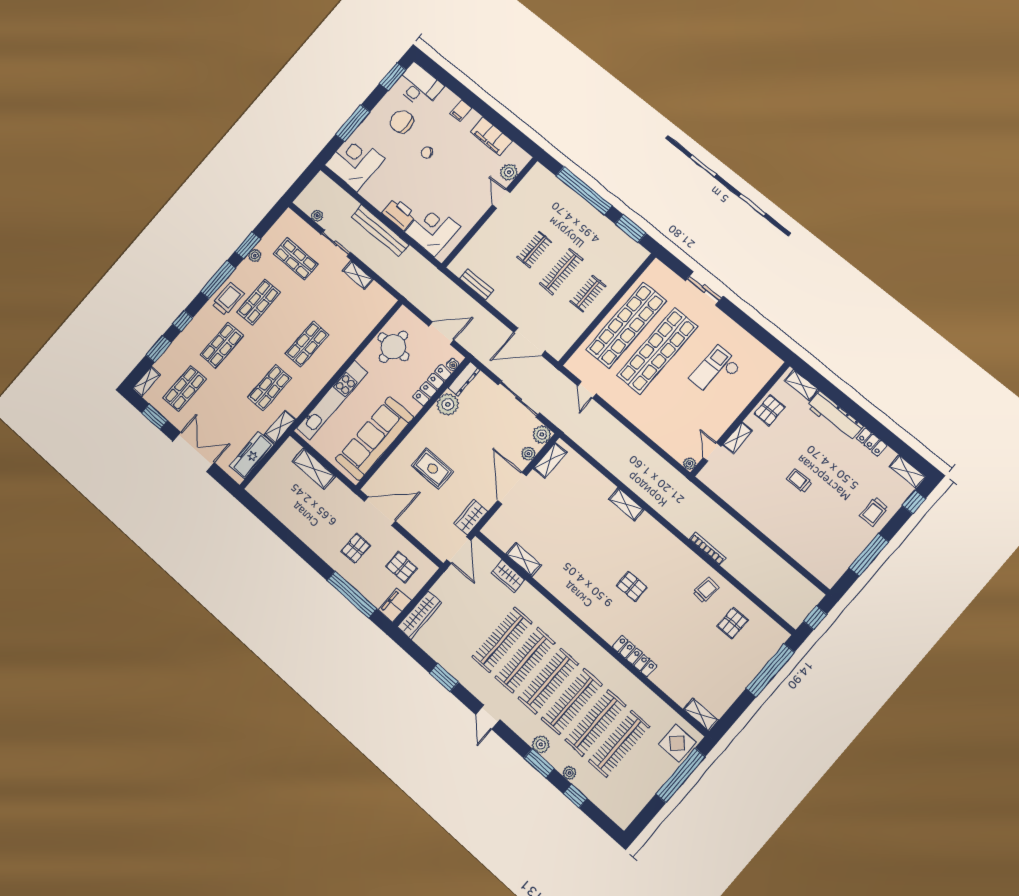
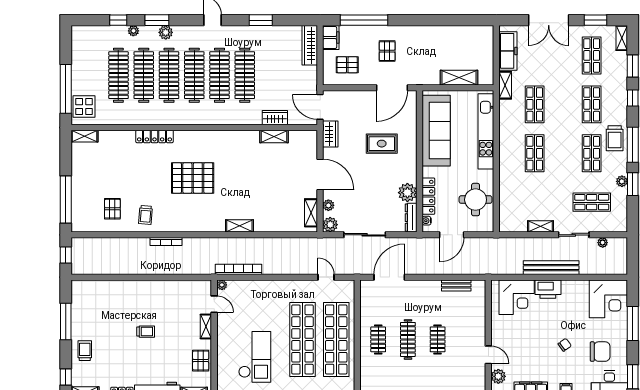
checkout: (715, 372) -> (255, 357), width x1.36, depth x1.21
bookcase: (661, 465) -> (238, 269), added
pallet: (632, 586) -> (193, 178), width x2.05, depth x2.00

